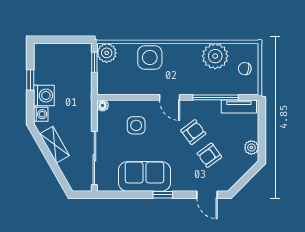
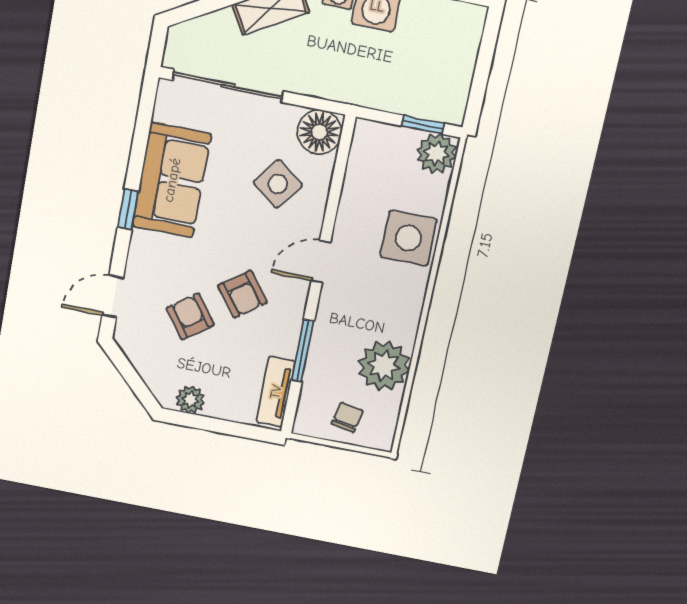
window: (215, 97) -> (303, 350), width x0.69
floor lamp: (103, 105) -> (319, 132), width x1.89, depth x1.89
side table: (136, 125) -> (278, 184), turned 38

